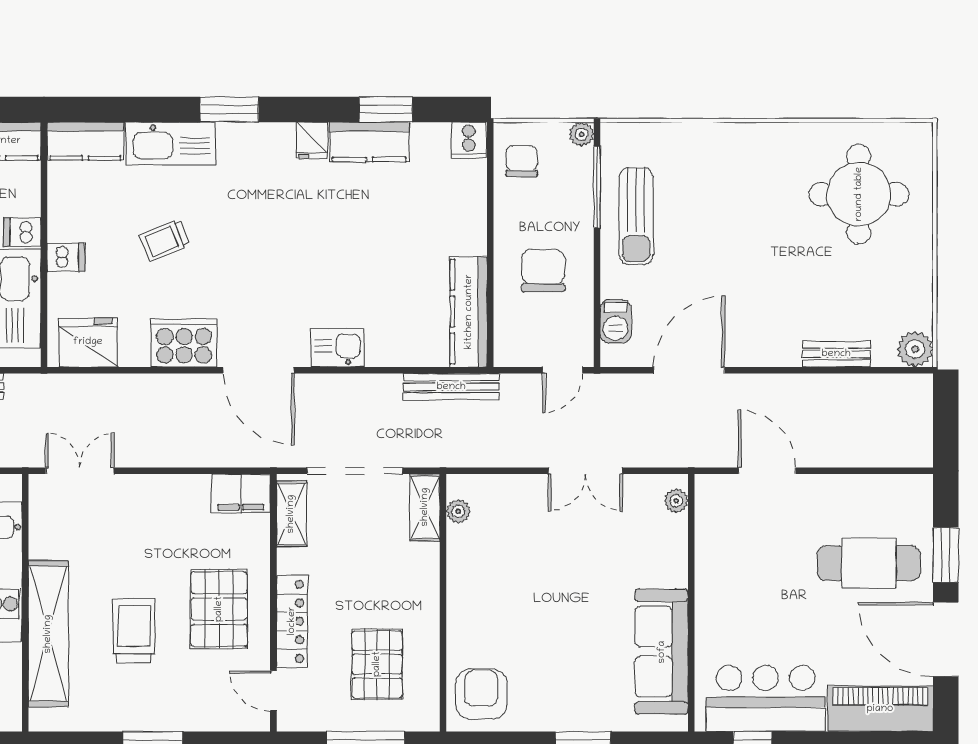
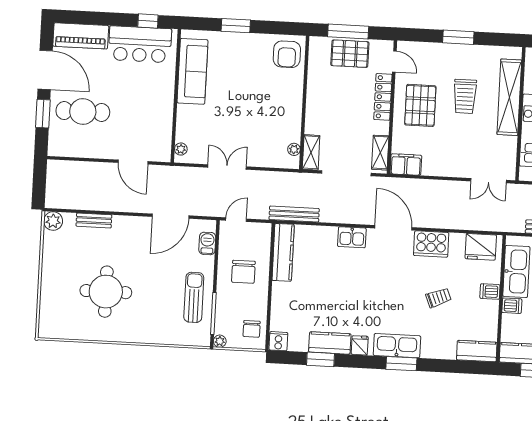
kitchen sink: (171, 143) -> (397, 346), moved
round table: (859, 194) -> (106, 292), moved
pallet: (377, 664) -> (350, 54), moved, turned 90

